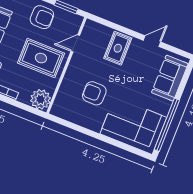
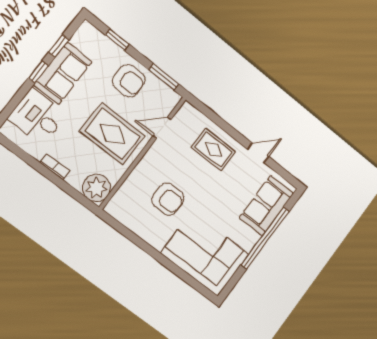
rug: (118, 48) -> (214, 150), turned 90
armchair: (94, 93) -> (168, 199), turned 180
window: (167, 125) -> (265, 238), moved

